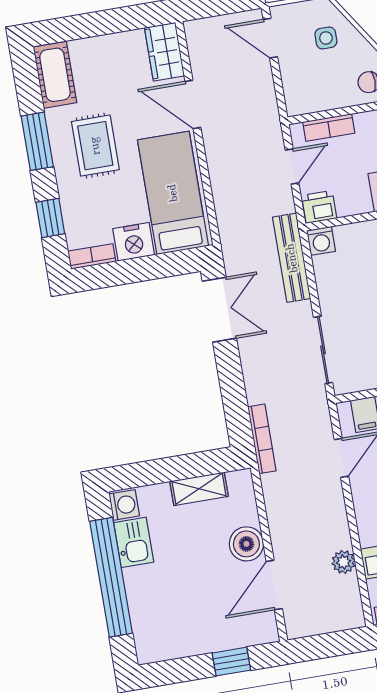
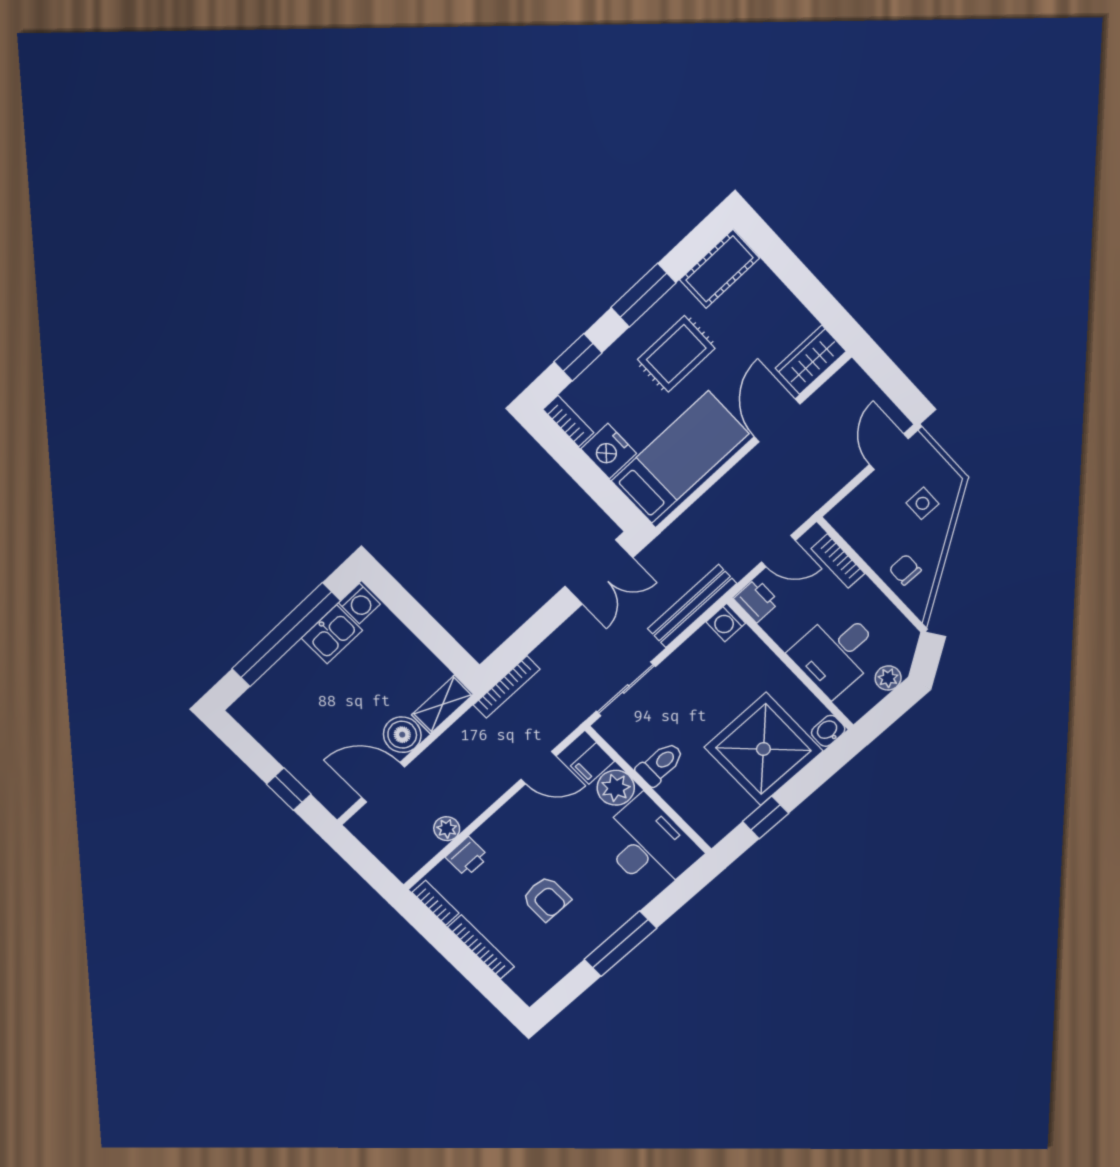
shelving: (199, 489) -> (442, 704), moved, turned 90

